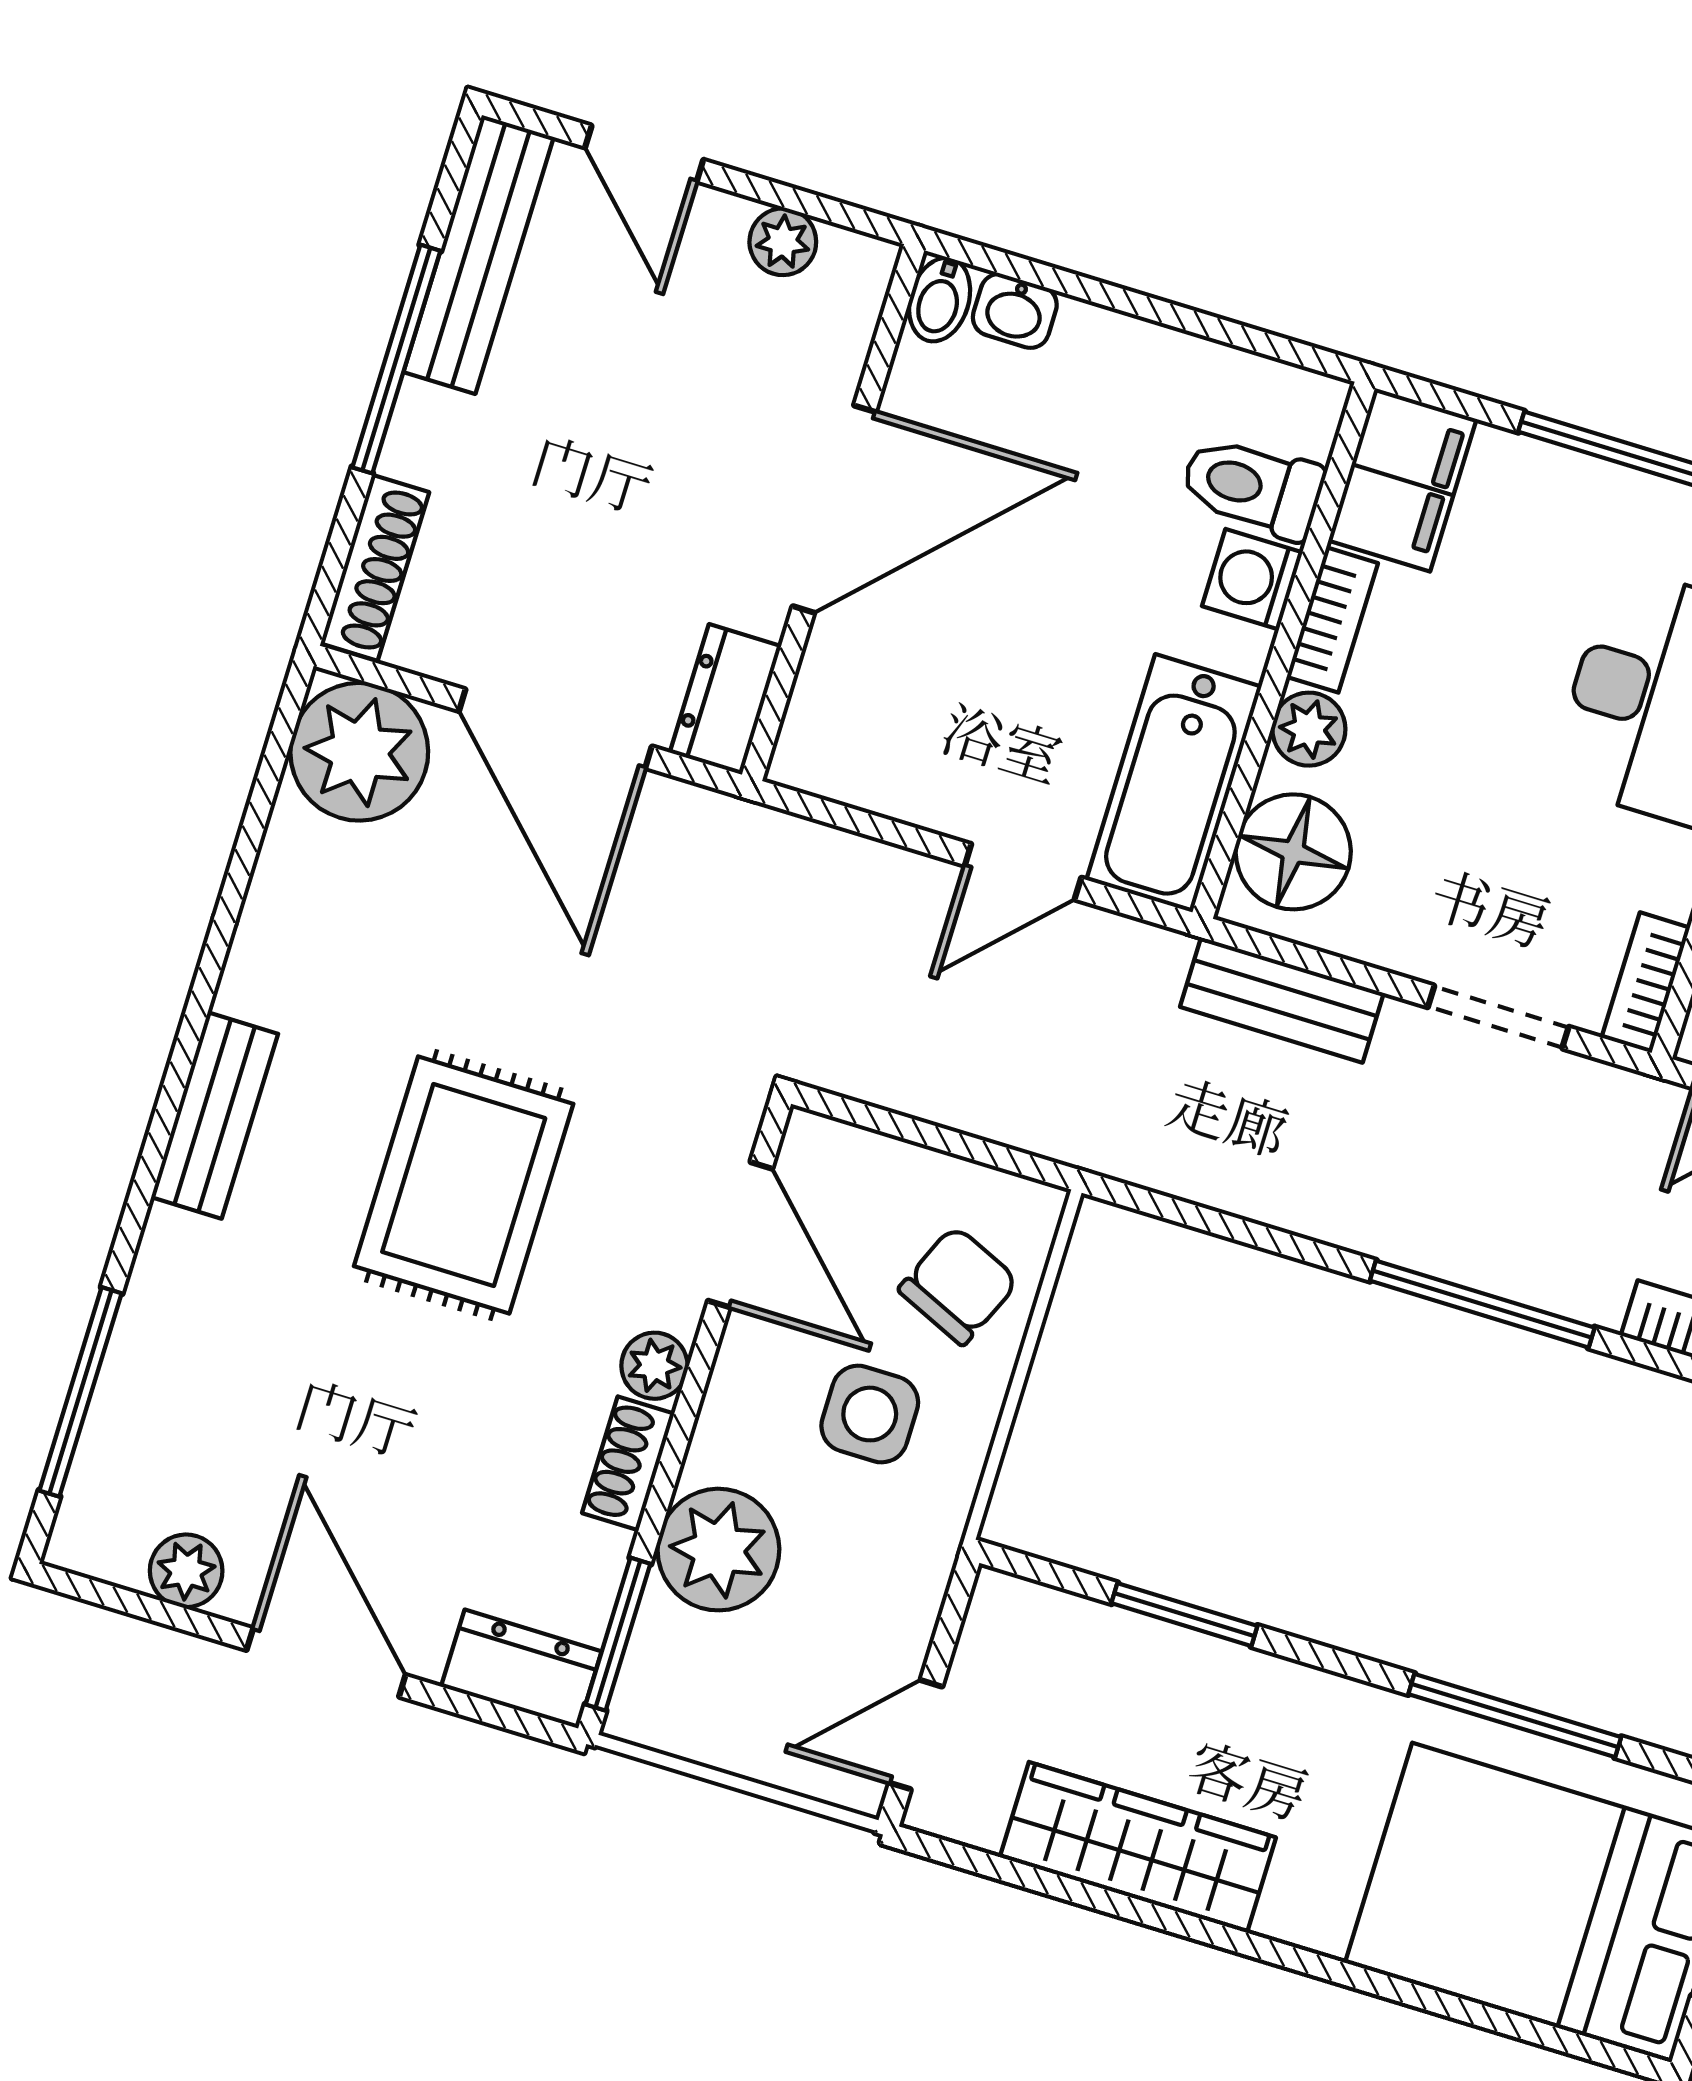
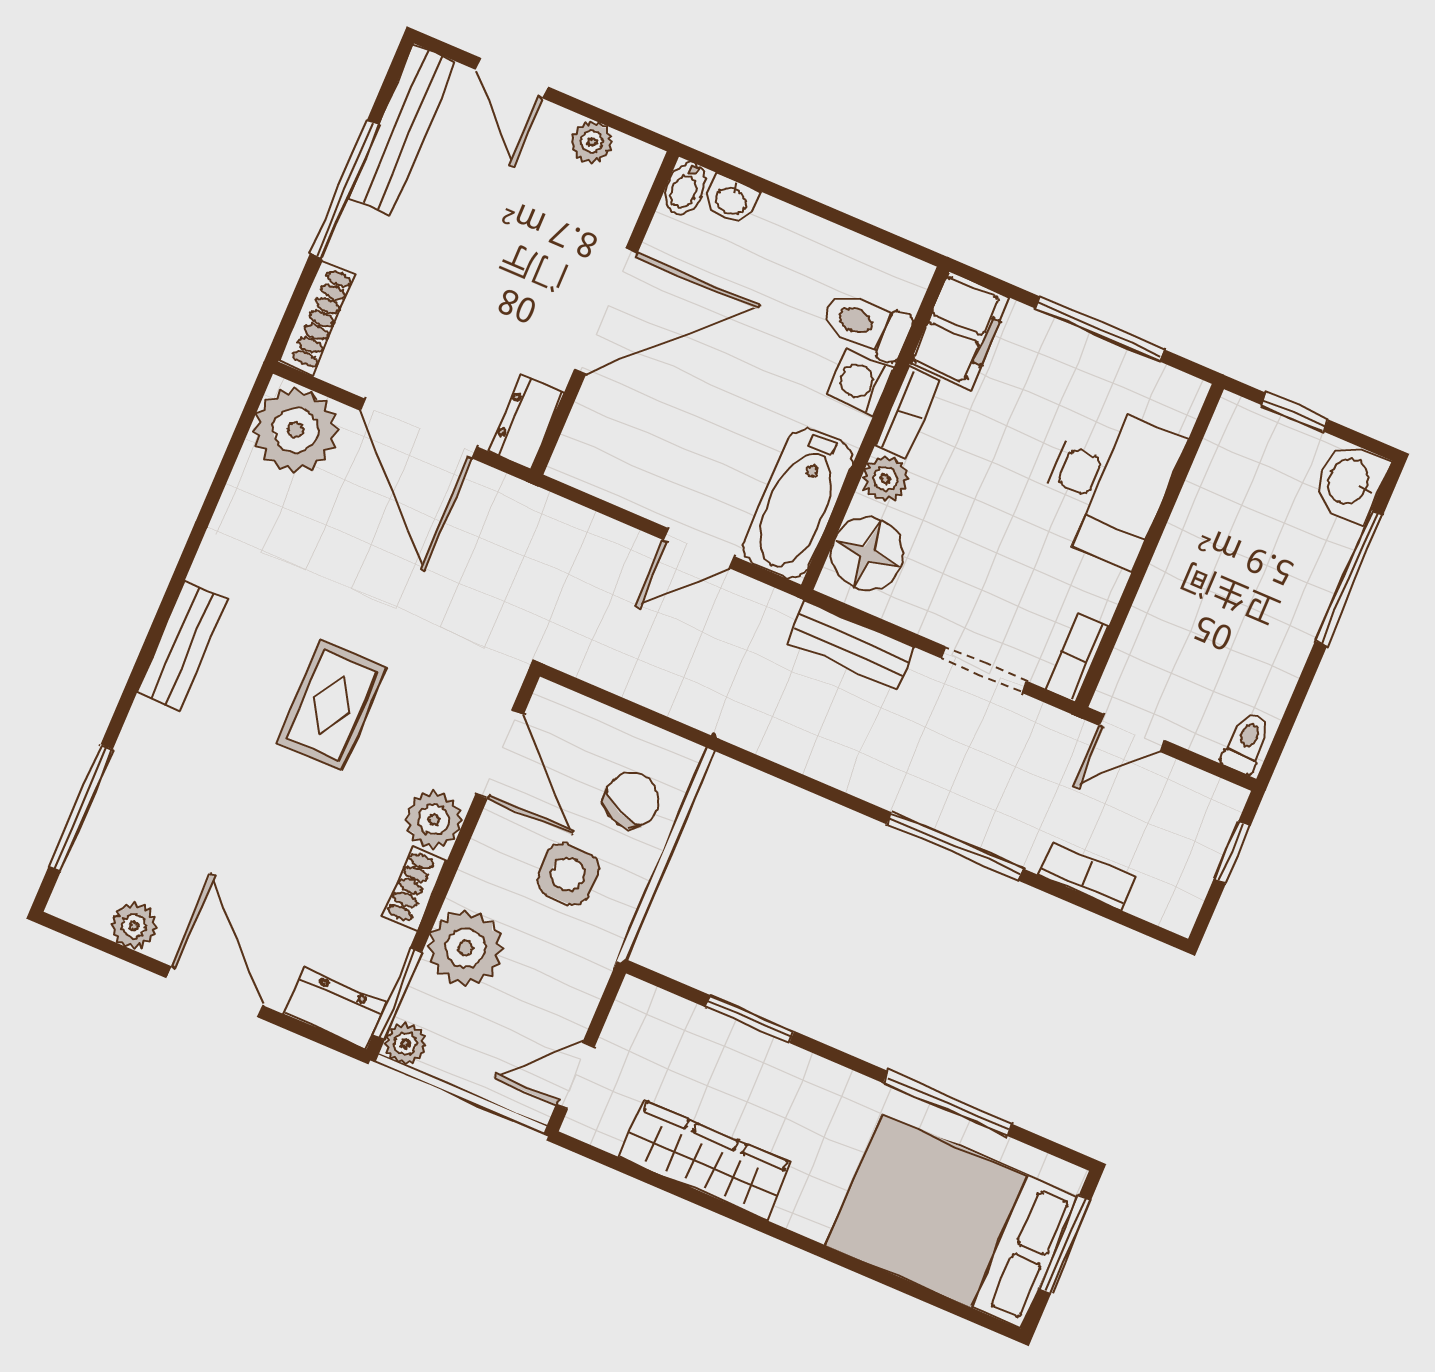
rug: (464, 1185) -> (332, 705), width x0.73, depth x0.70
plant: (654, 1366) -> (434, 820), width x1.38, depth x1.38
plant: (639, 1713) -> (406, 1044), added

